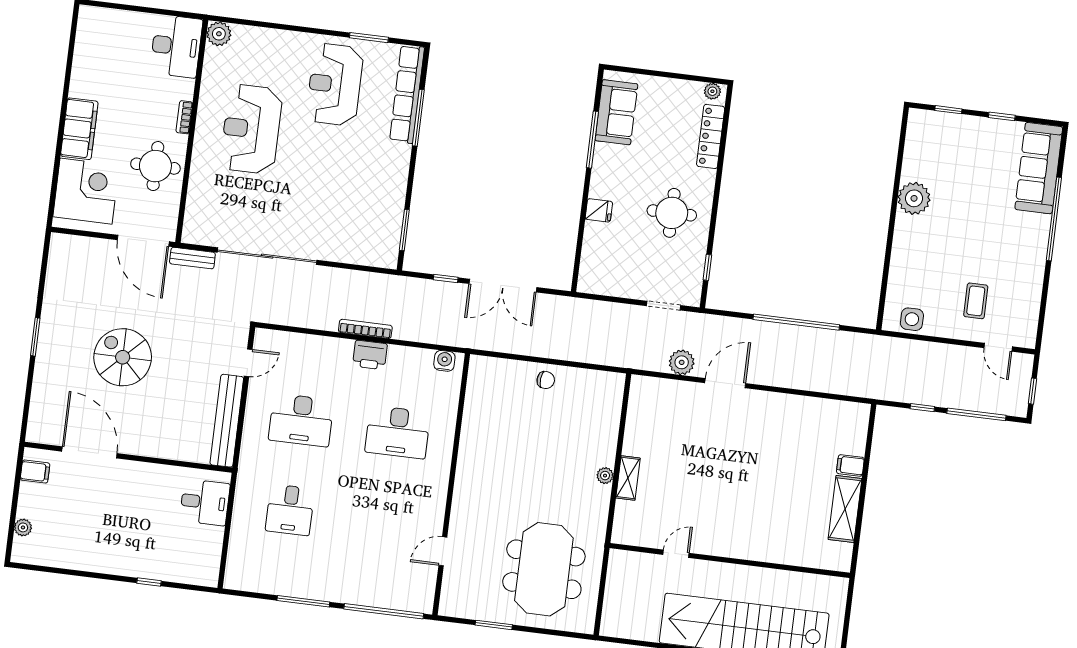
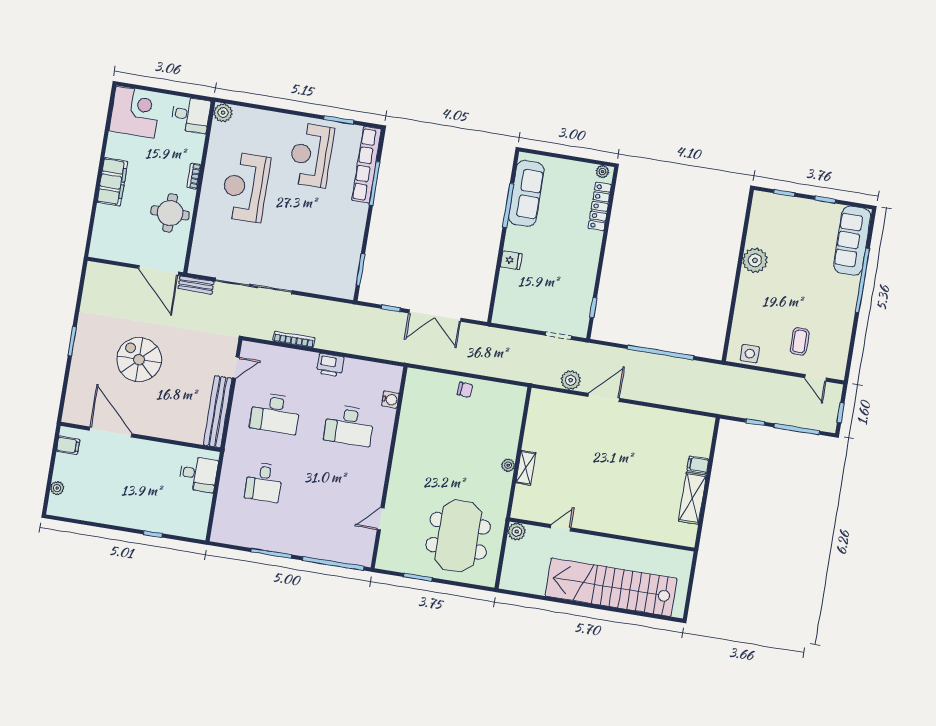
desk: (176, 46) -> (191, 115), width x0.73
sofa: (616, 112) -> (526, 193), width x1.36
corner desk: (86, 191) -> (135, 112), moved
round table: (672, 213) -> (567, 264), removed
bookcase: (365, 329) -> (294, 339), moved
water cooler: (444, 361) -> (390, 400), moved, turned 90
plant: (619, 561) -> (517, 532), added

